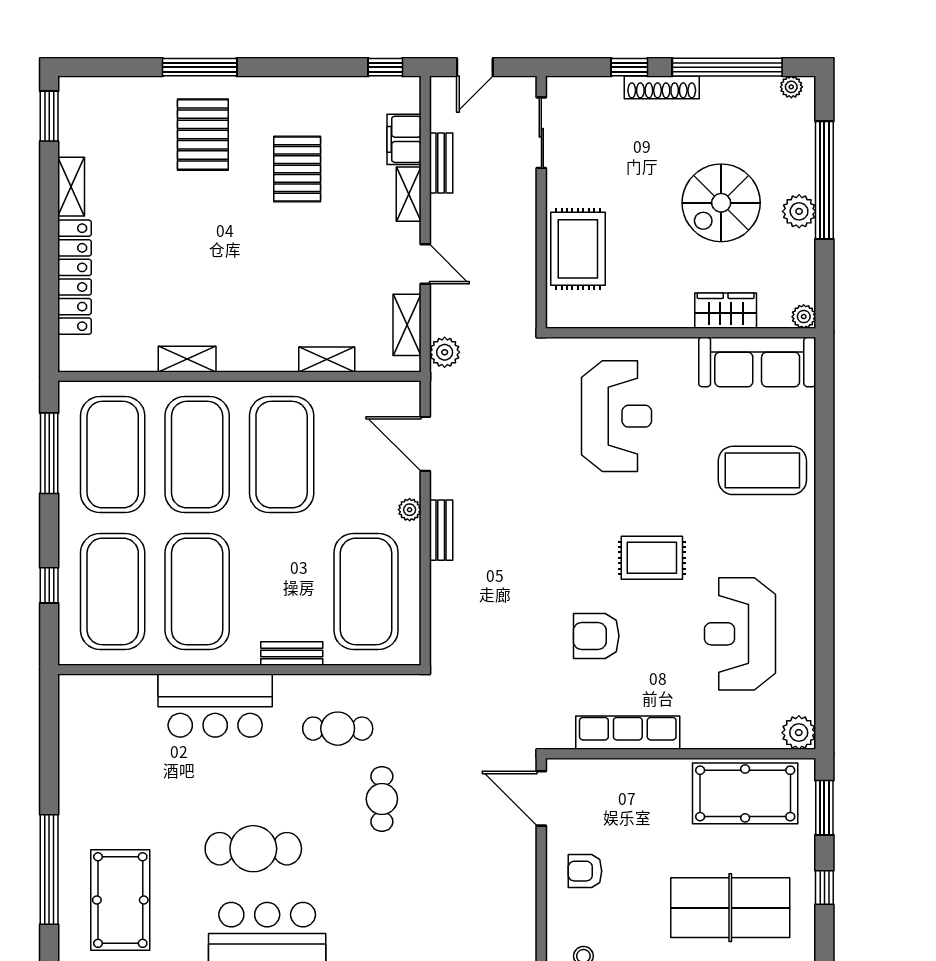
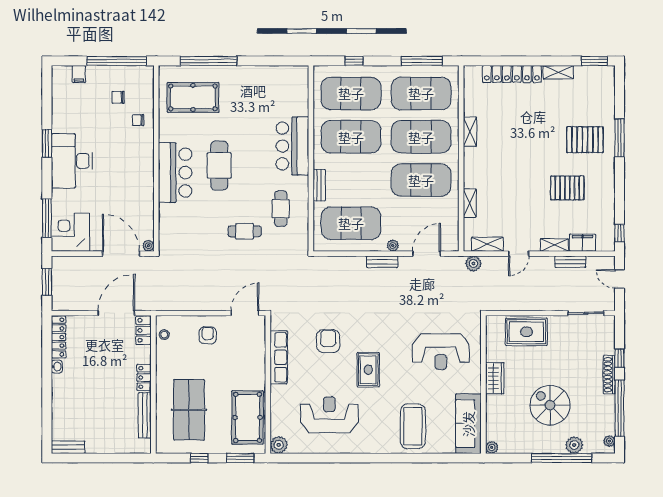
plant: (799, 211) -> (574, 445), moved
wardrobe: (726, 311) -> (495, 378), moved

